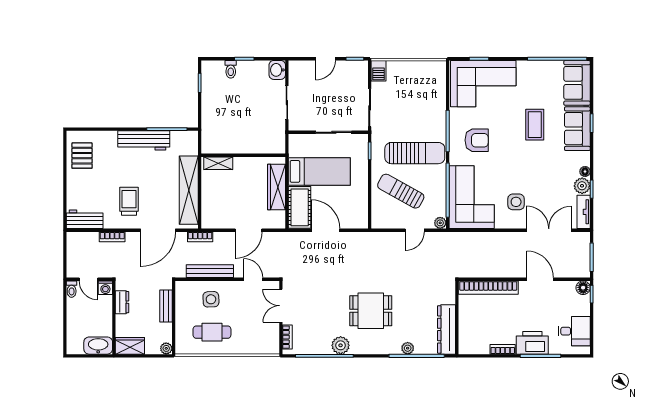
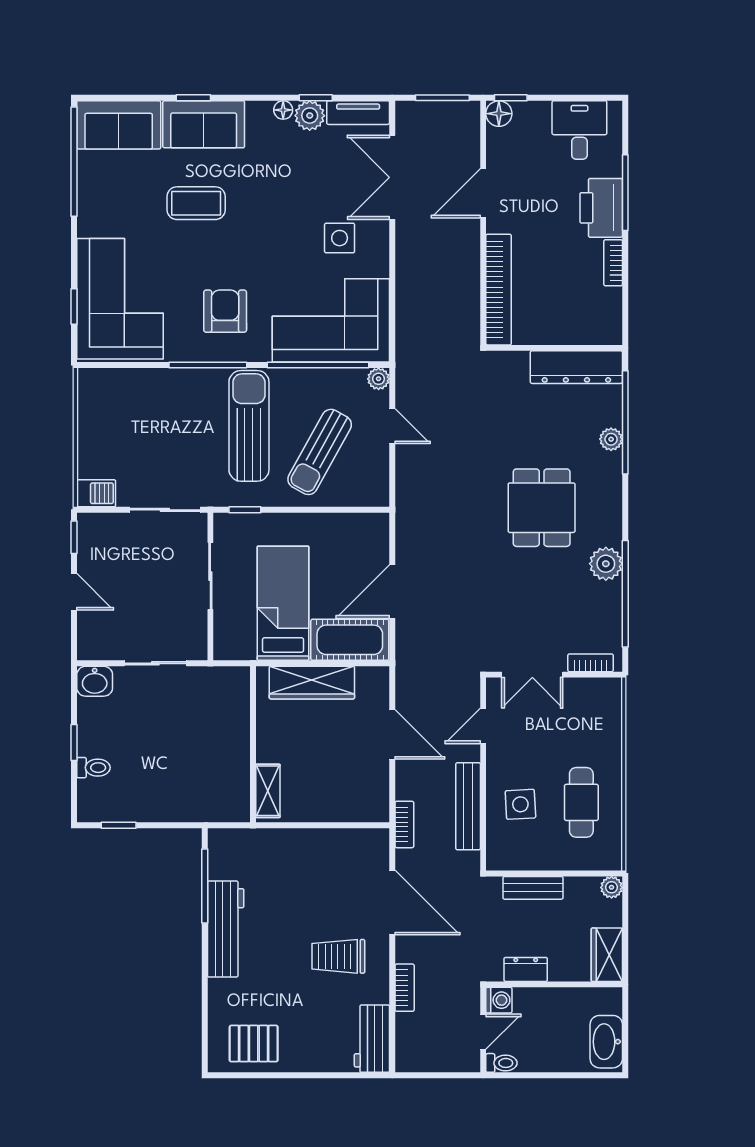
shelving: (189, 190) -> (318, 845), removed
washbasin: (98, 346) -> (606, 1042), moved

